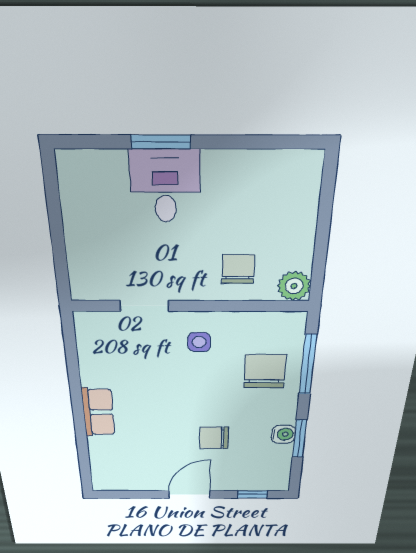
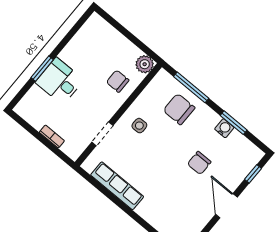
bookcase: (74, 242) -> (52, 136), added
row of seats: (98, 412) -> (117, 186), moved, width x1.48

